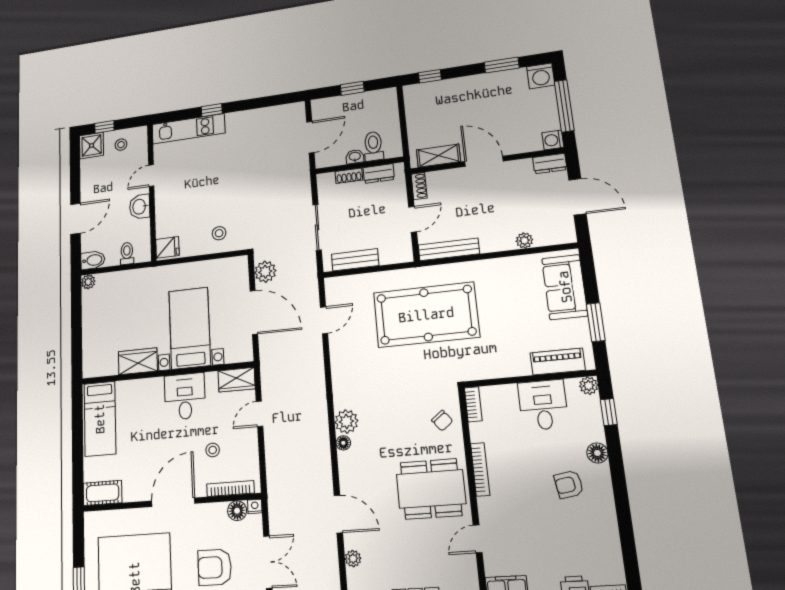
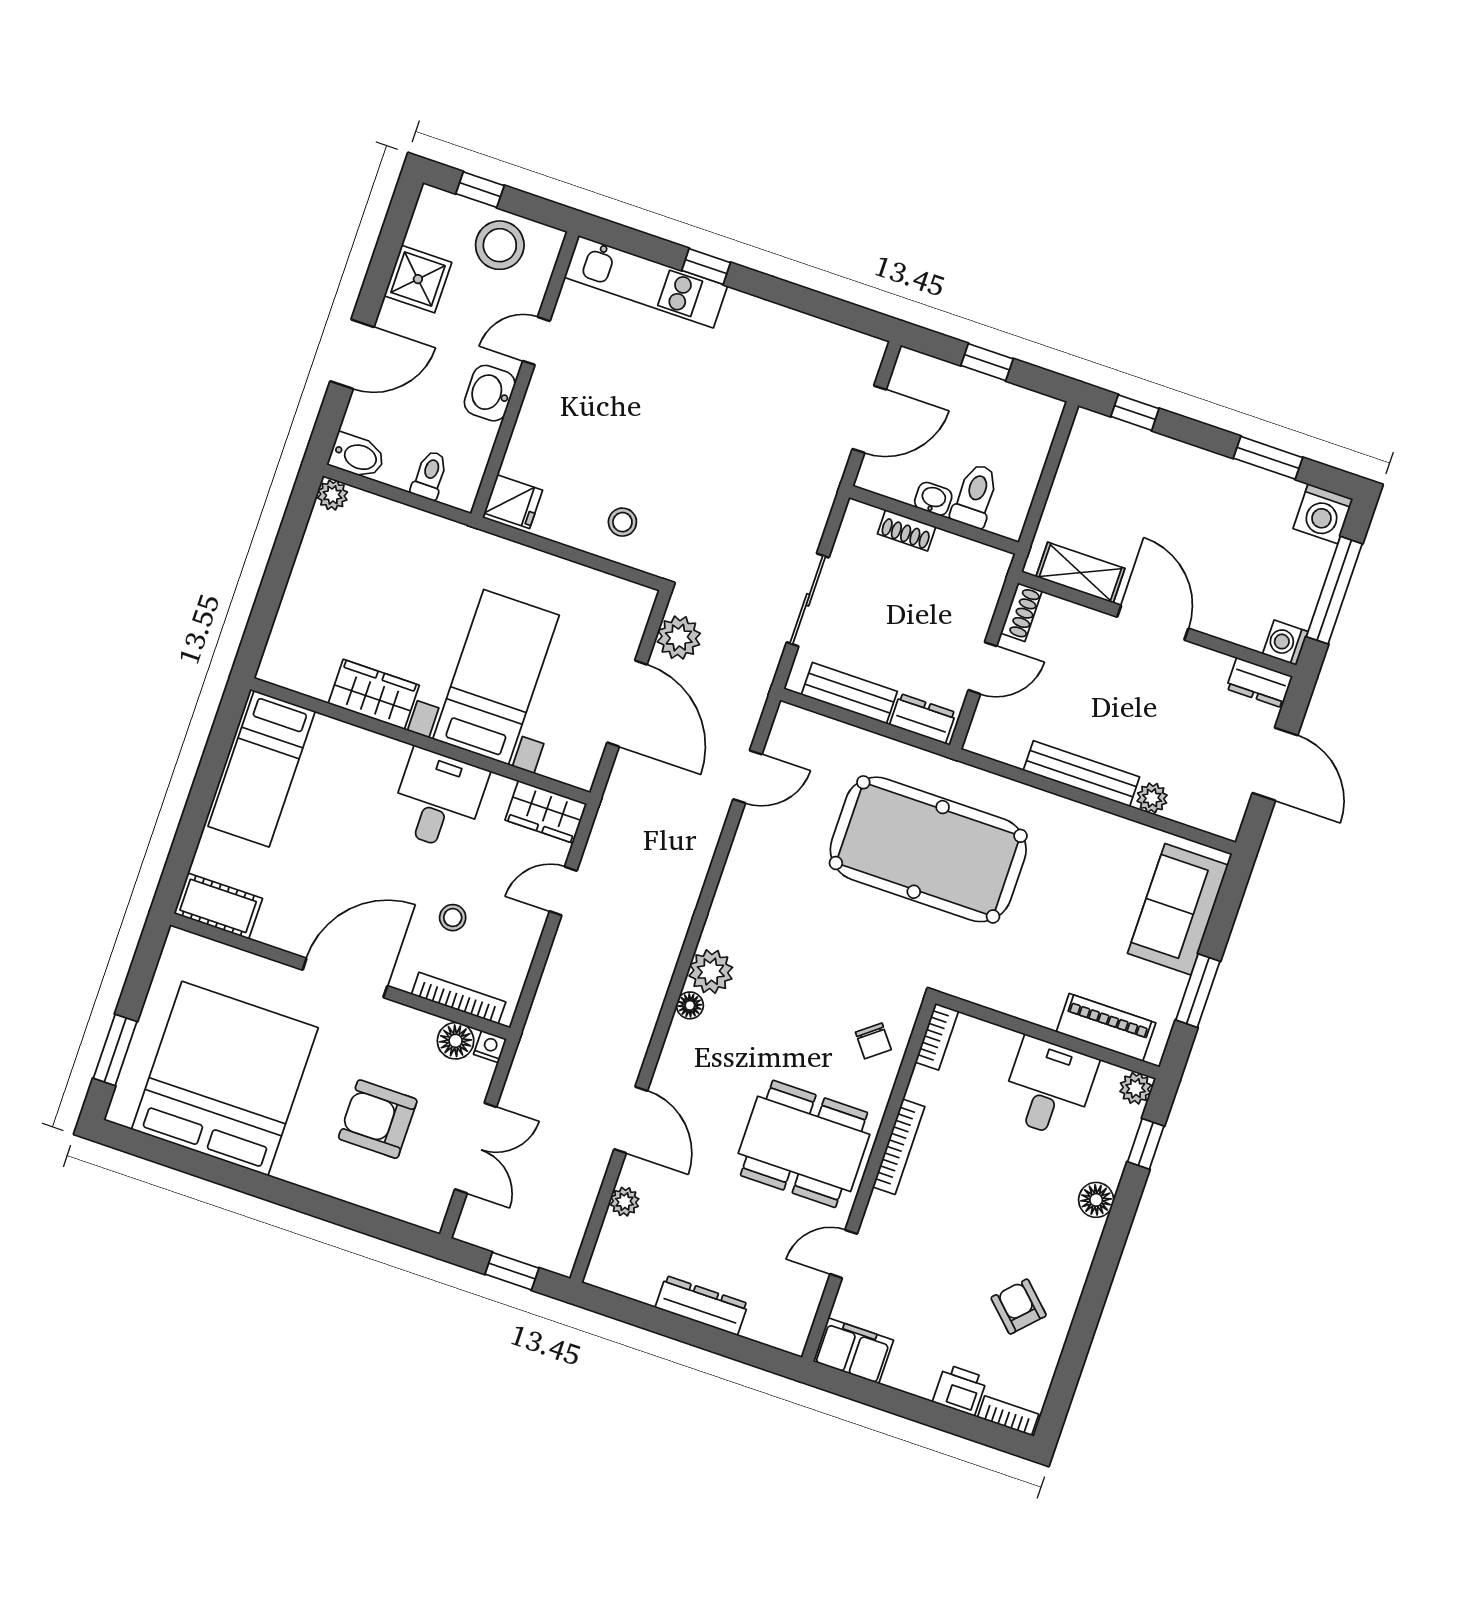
stool: (121, 145) -> (500, 245), width x1.89, depth x1.89
shower: (92, 146) -> (418, 279), moved
dresser: (379, 174) -> (923, 719), moved, turned 180
bench: (449, 249) -> (1081, 774), moved
armchair: (569, 484) -> (1019, 1307), moved, turned 53

